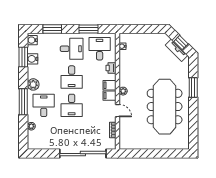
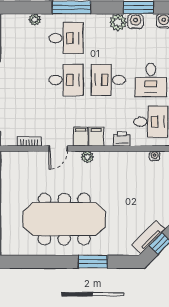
plant: (33, 84) -> (118, 22), moved
desk: (72, 105) -> (66, 80), turned 180

